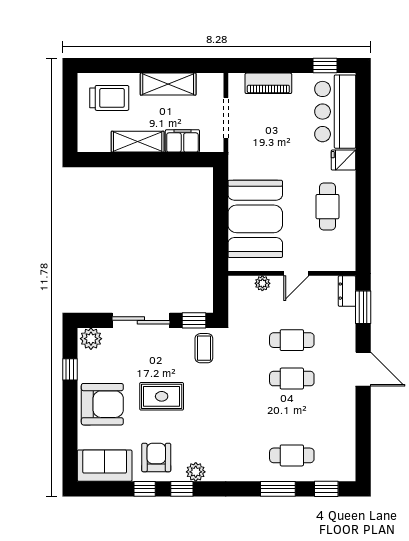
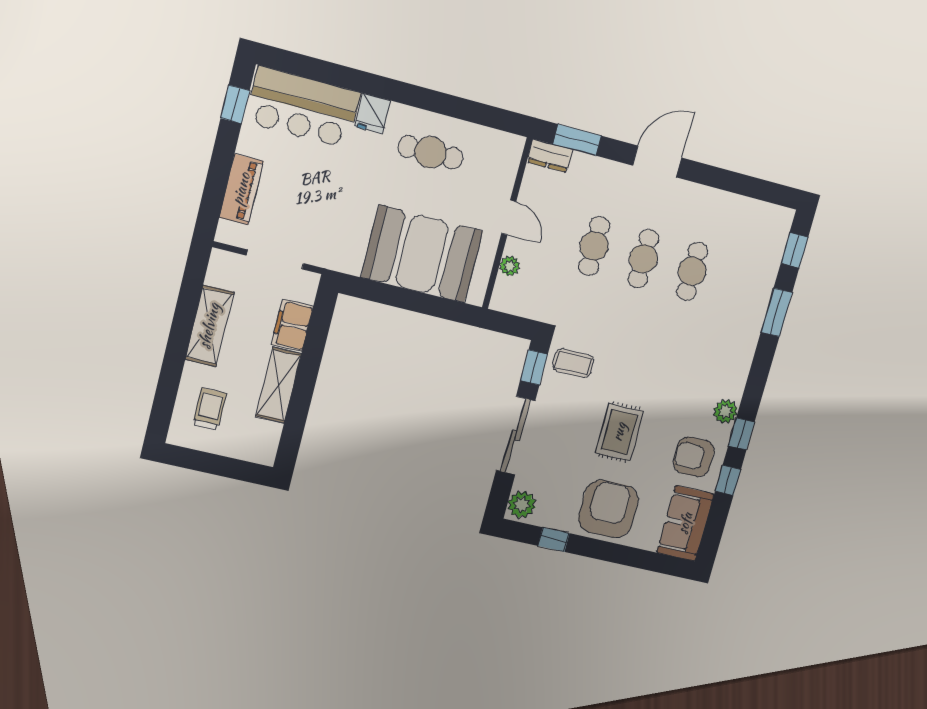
trolley: (109, 98) -> (210, 409), width x0.73, depth x0.72
cafe table: (292, 455) -> (692, 271), moved

